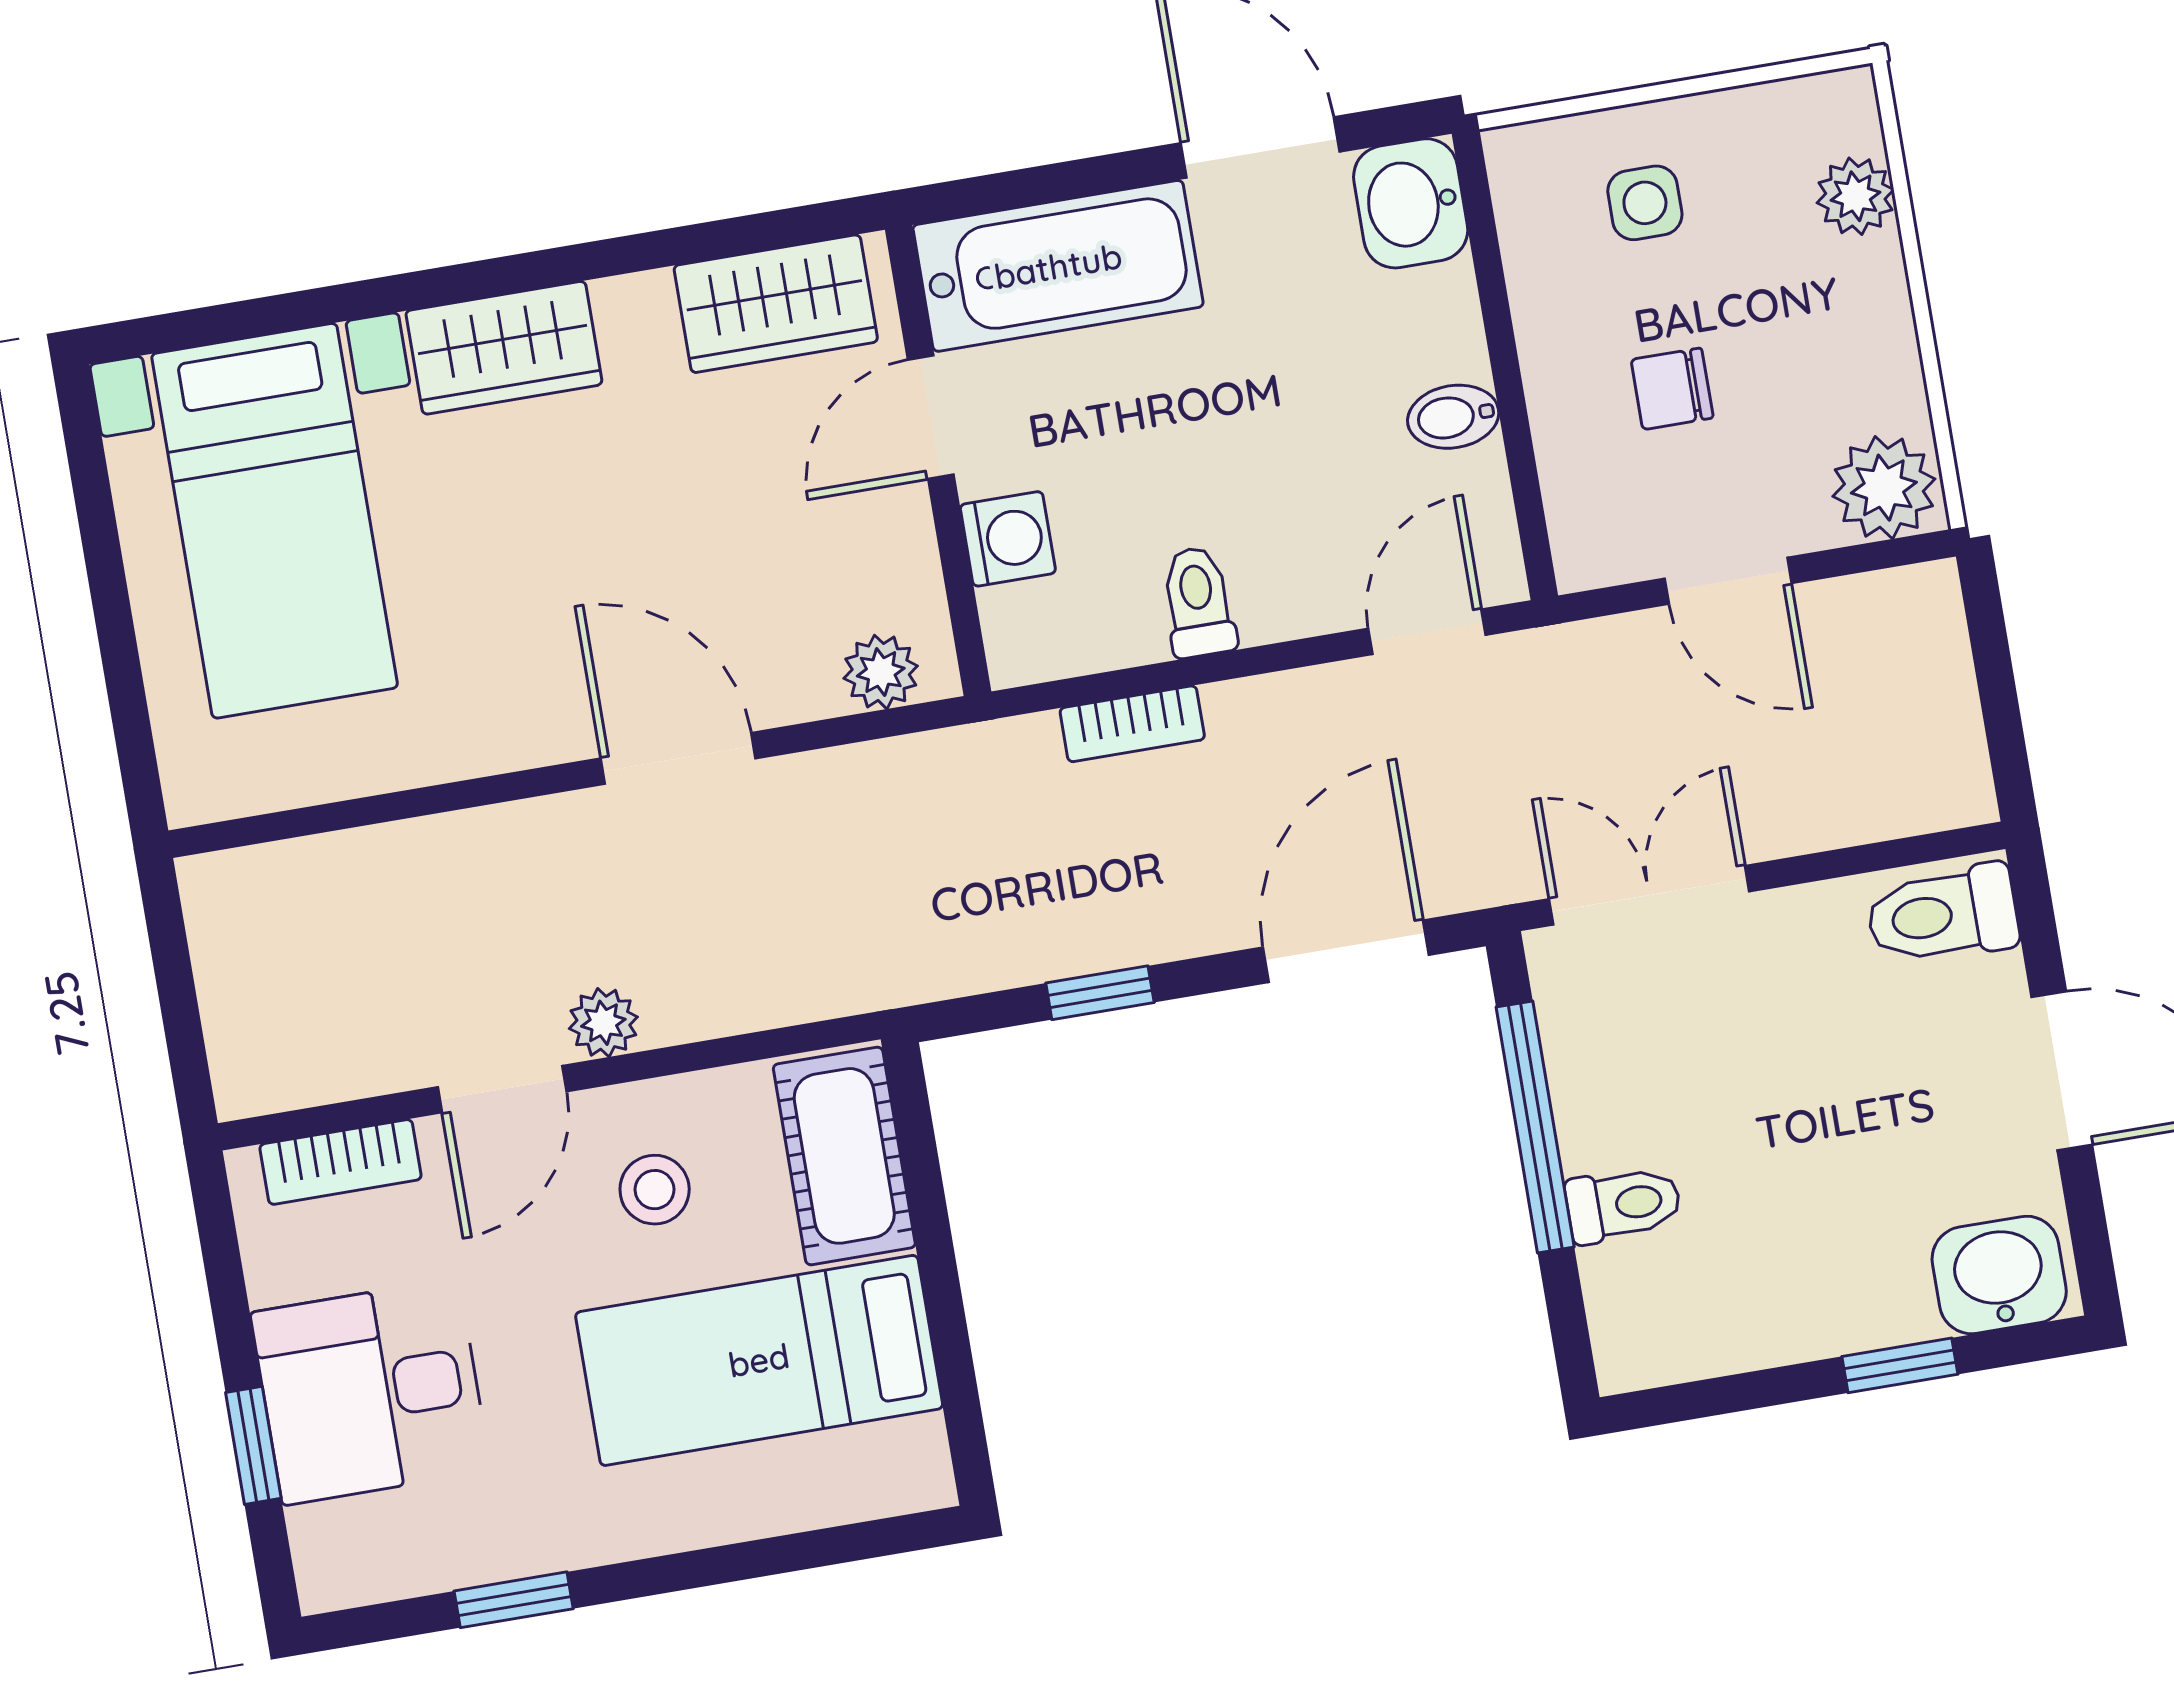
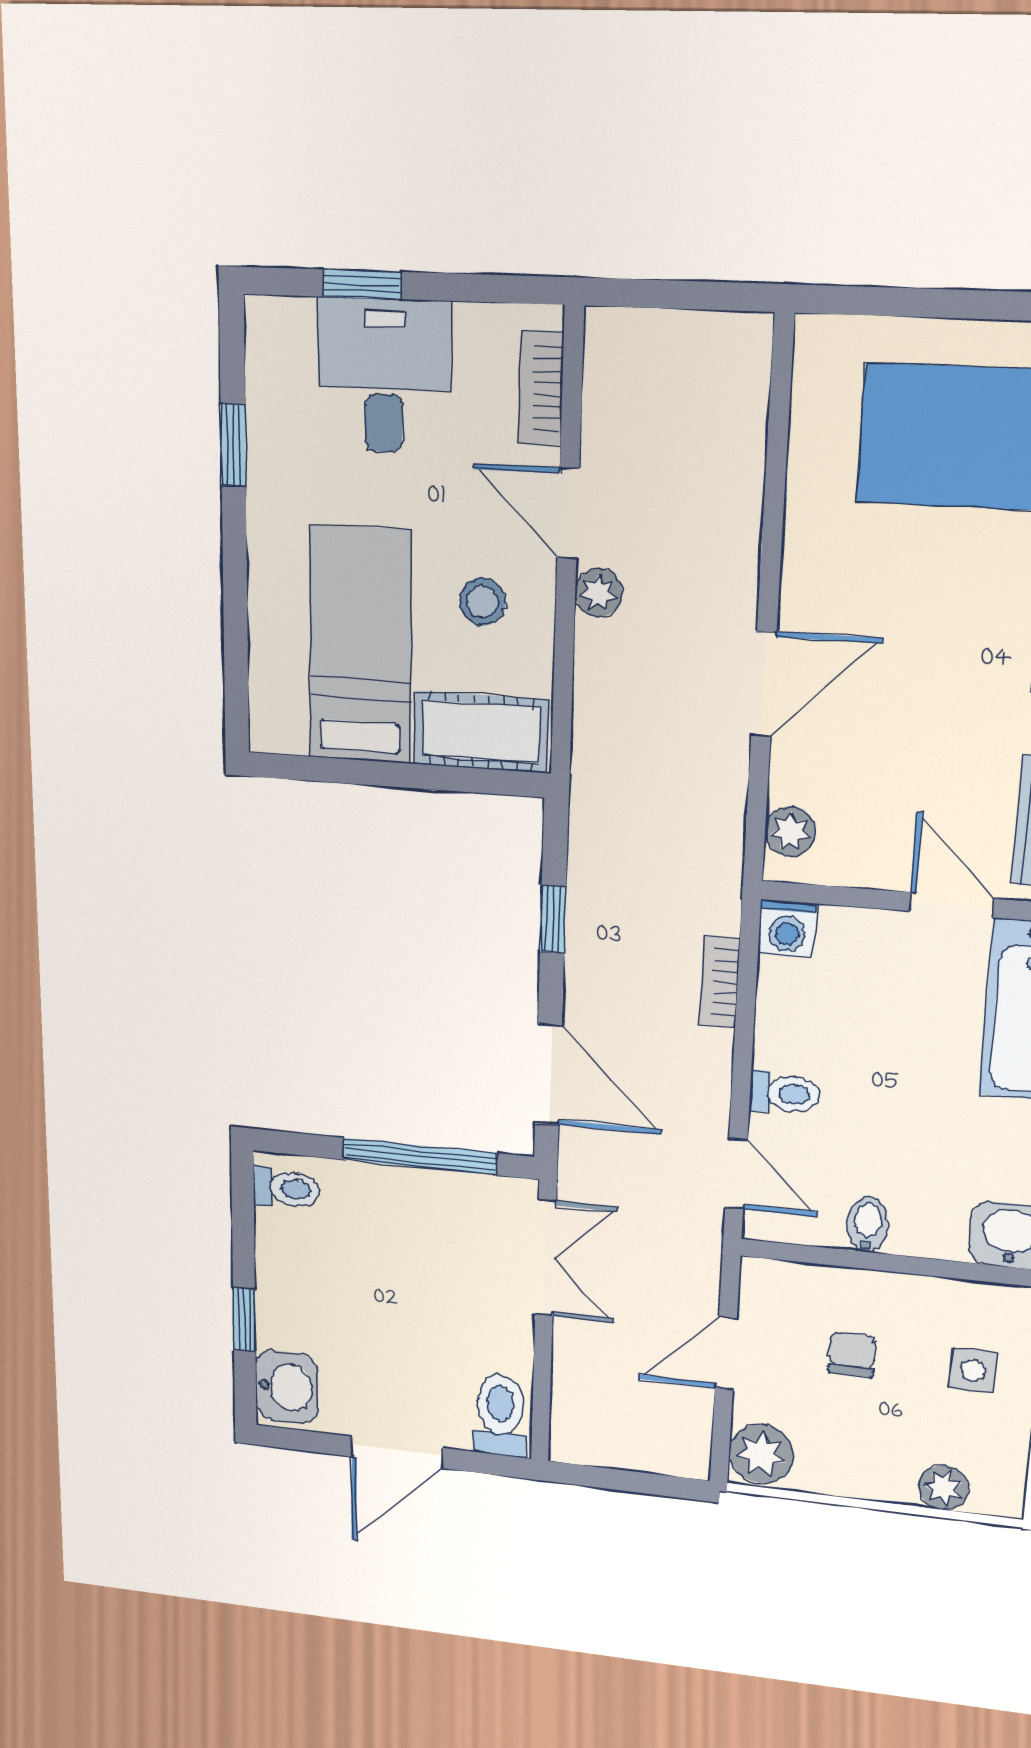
washing machine: (1008, 539) -> (787, 928), moved
toilet: (1198, 602) -> (785, 1093), moved
toilet: (1623, 1204) -> (286, 1189), moved, turned -90

